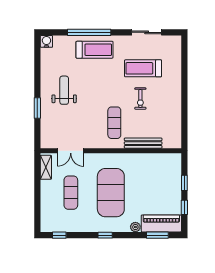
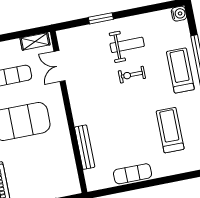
treadmill: (95, 50) -> (180, 71), turned 180
exercise bike: (140, 99) -> (132, 75), moved
exercise mat: (114, 123) -> (133, 174), moved

